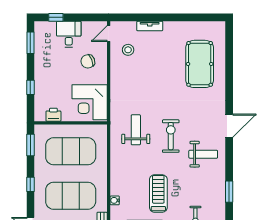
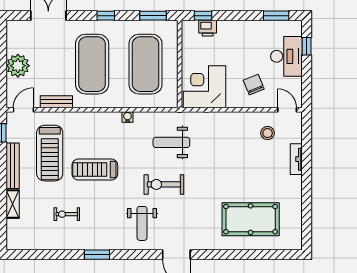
desk: (69, 34) -> (286, 56), width x1.37
window: (30, 87) -> (203, 16), moved
printer: (53, 115) -> (208, 28), moved, turned 90
weight bench: (136, 130) -> (171, 142), turned 180
exercise bike: (171, 136) -> (164, 184), turned 180
treadmill: (158, 193) -> (95, 169), turned 180
water cooler: (115, 200) -> (128, 117), moved

